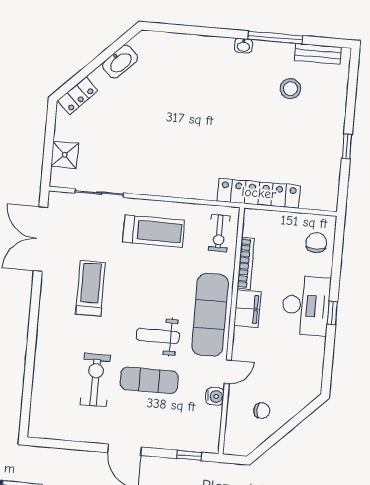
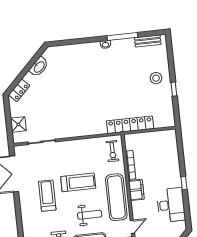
stool: (290, 89) -> (156, 78), moved
treadmill: (154, 231) -> (78, 182), moved
chair: (316, 243) -> (167, 146), removed
desk: (306, 306) -> (171, 205), moved
weight bench: (158, 336) -> (90, 215), turned 180

